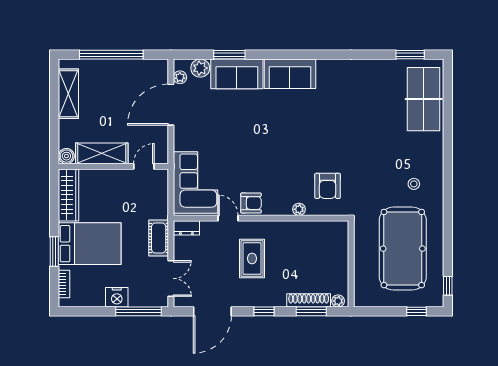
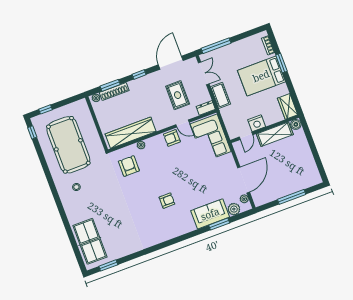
window: (111, 55) -> (292, 197), width x0.68
sofa: (290, 74) -> (178, 226), removed
shelving: (68, 94) -> (309, 163), removed
armchair: (292, 116) -> (167, 201), added
wardrobe: (69, 195) -> (288, 106), width x0.67
wardrobe: (307, 233) -> (131, 133), added
rug: (252, 259) -> (178, 95), moved
double door: (171, 278) -> (204, 73), swing flipped
nightstand: (117, 297) -> (257, 123), moved, turned 180

